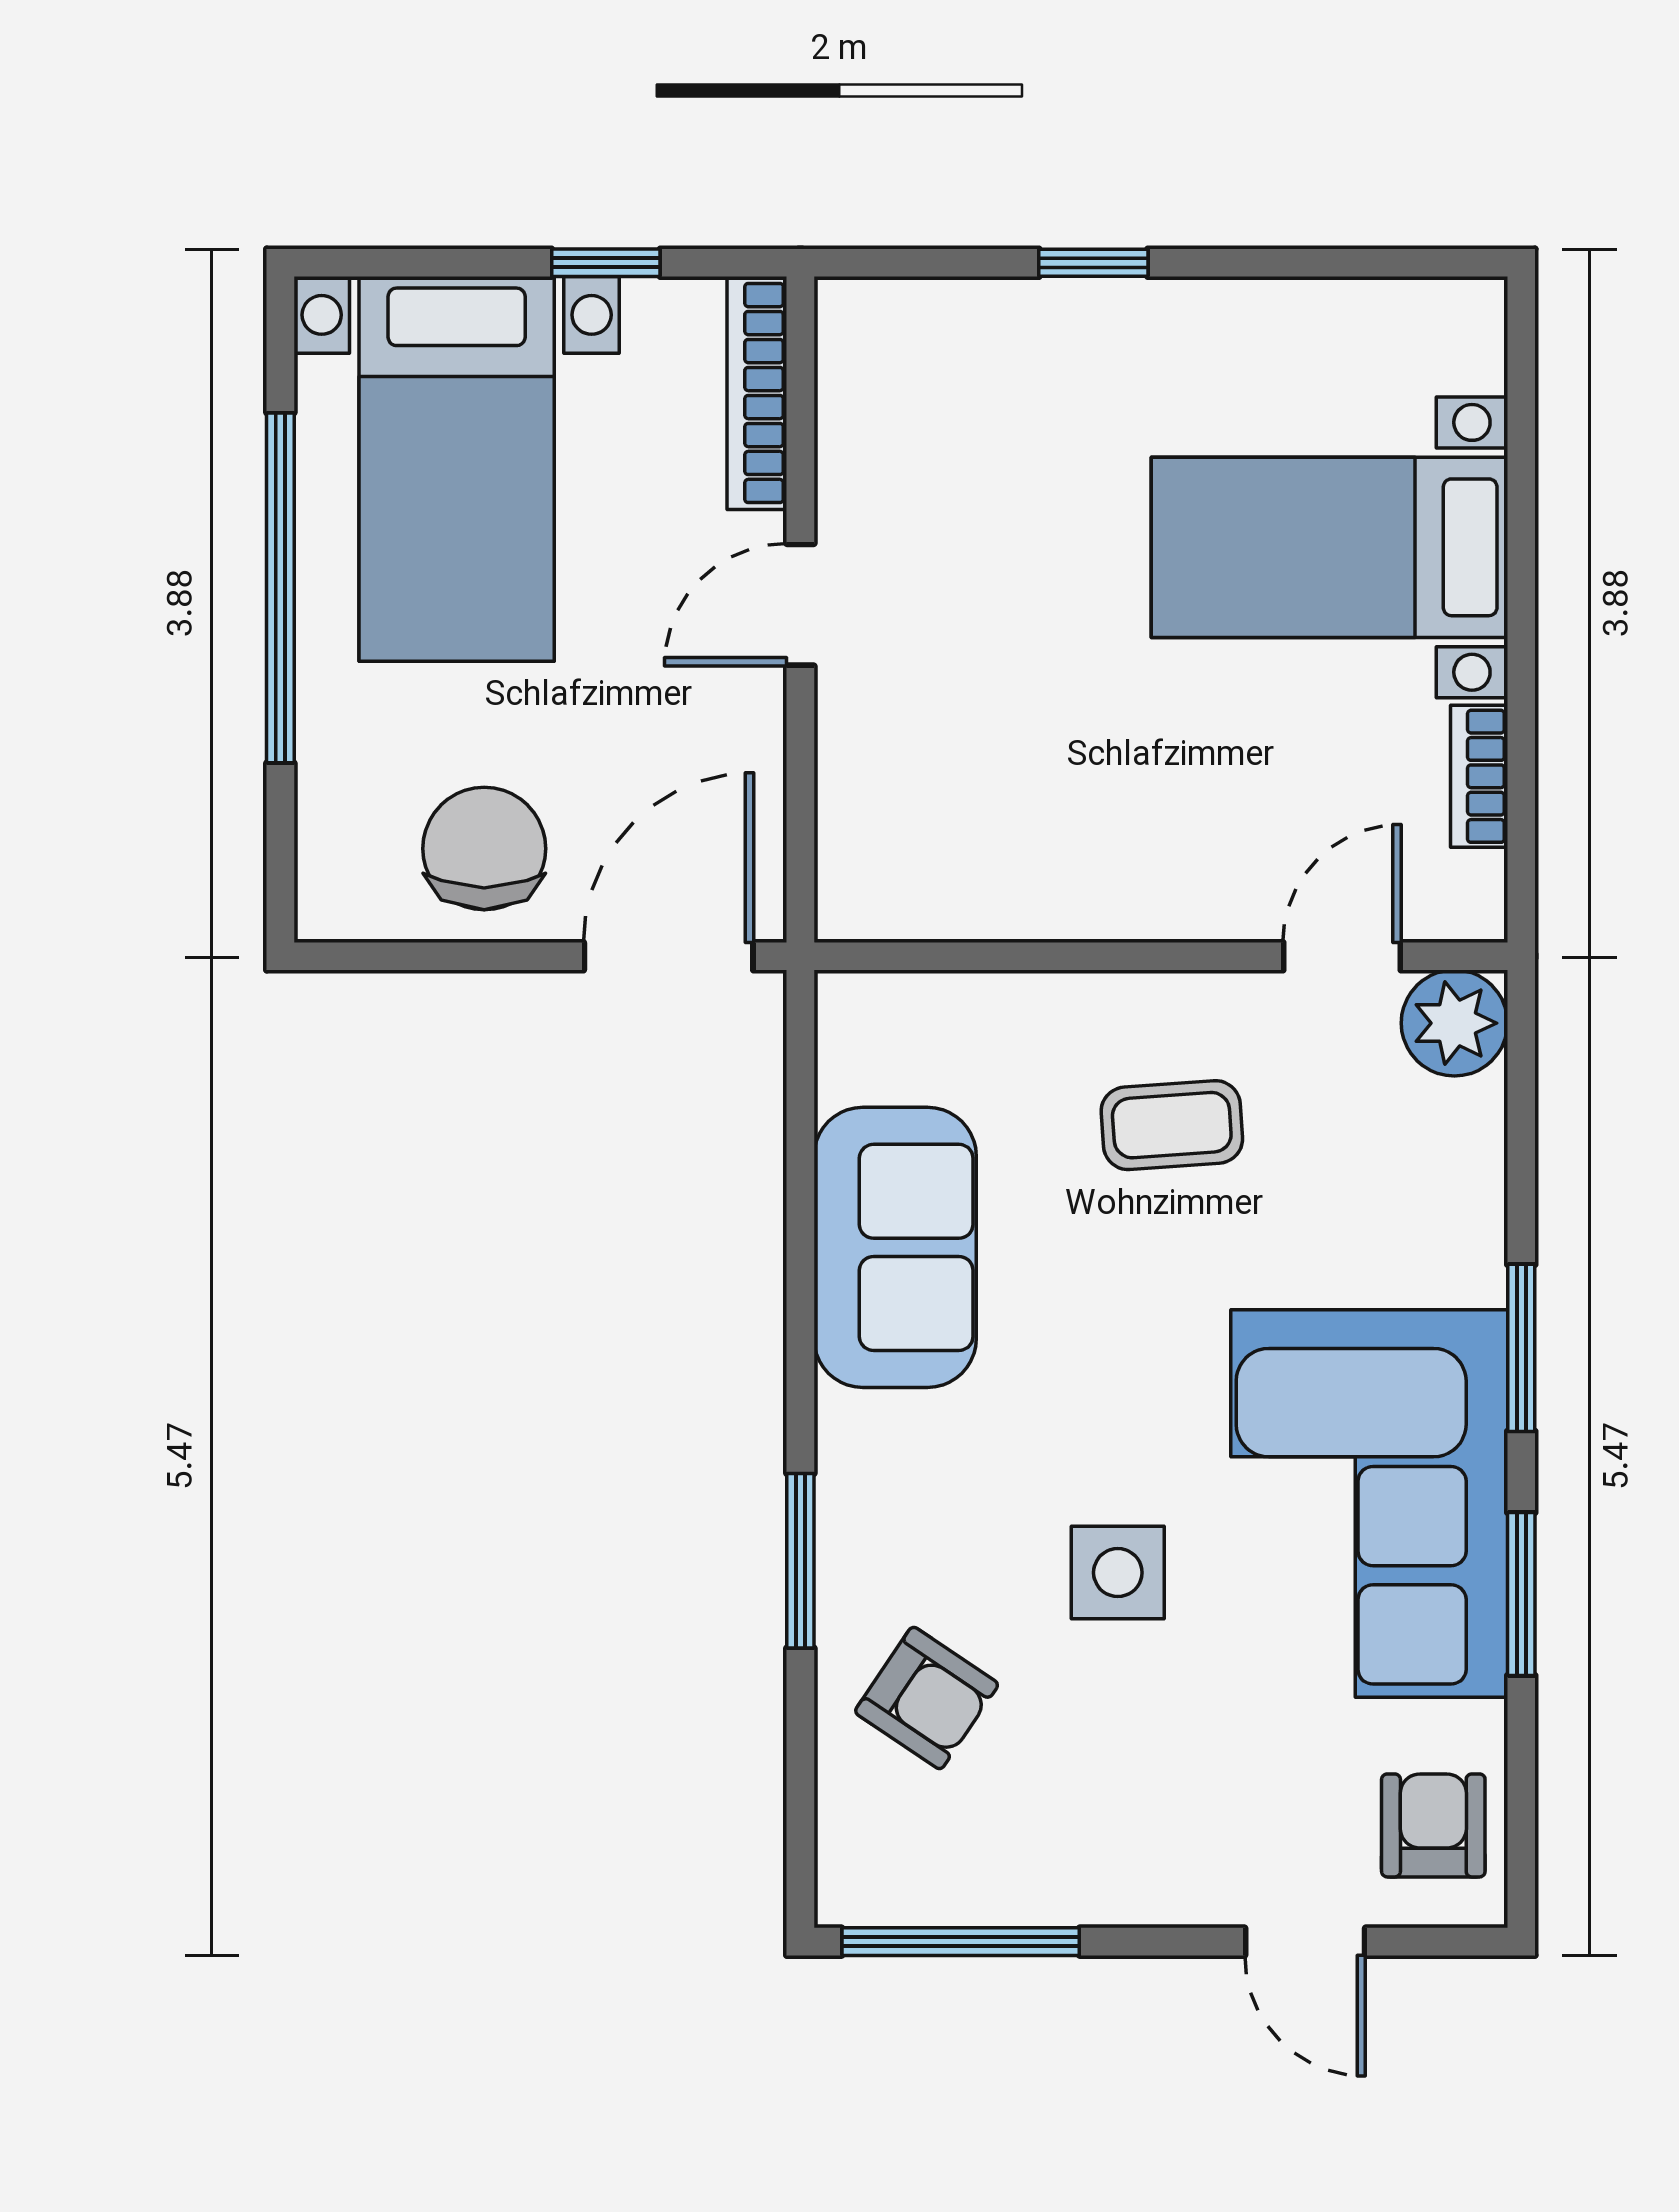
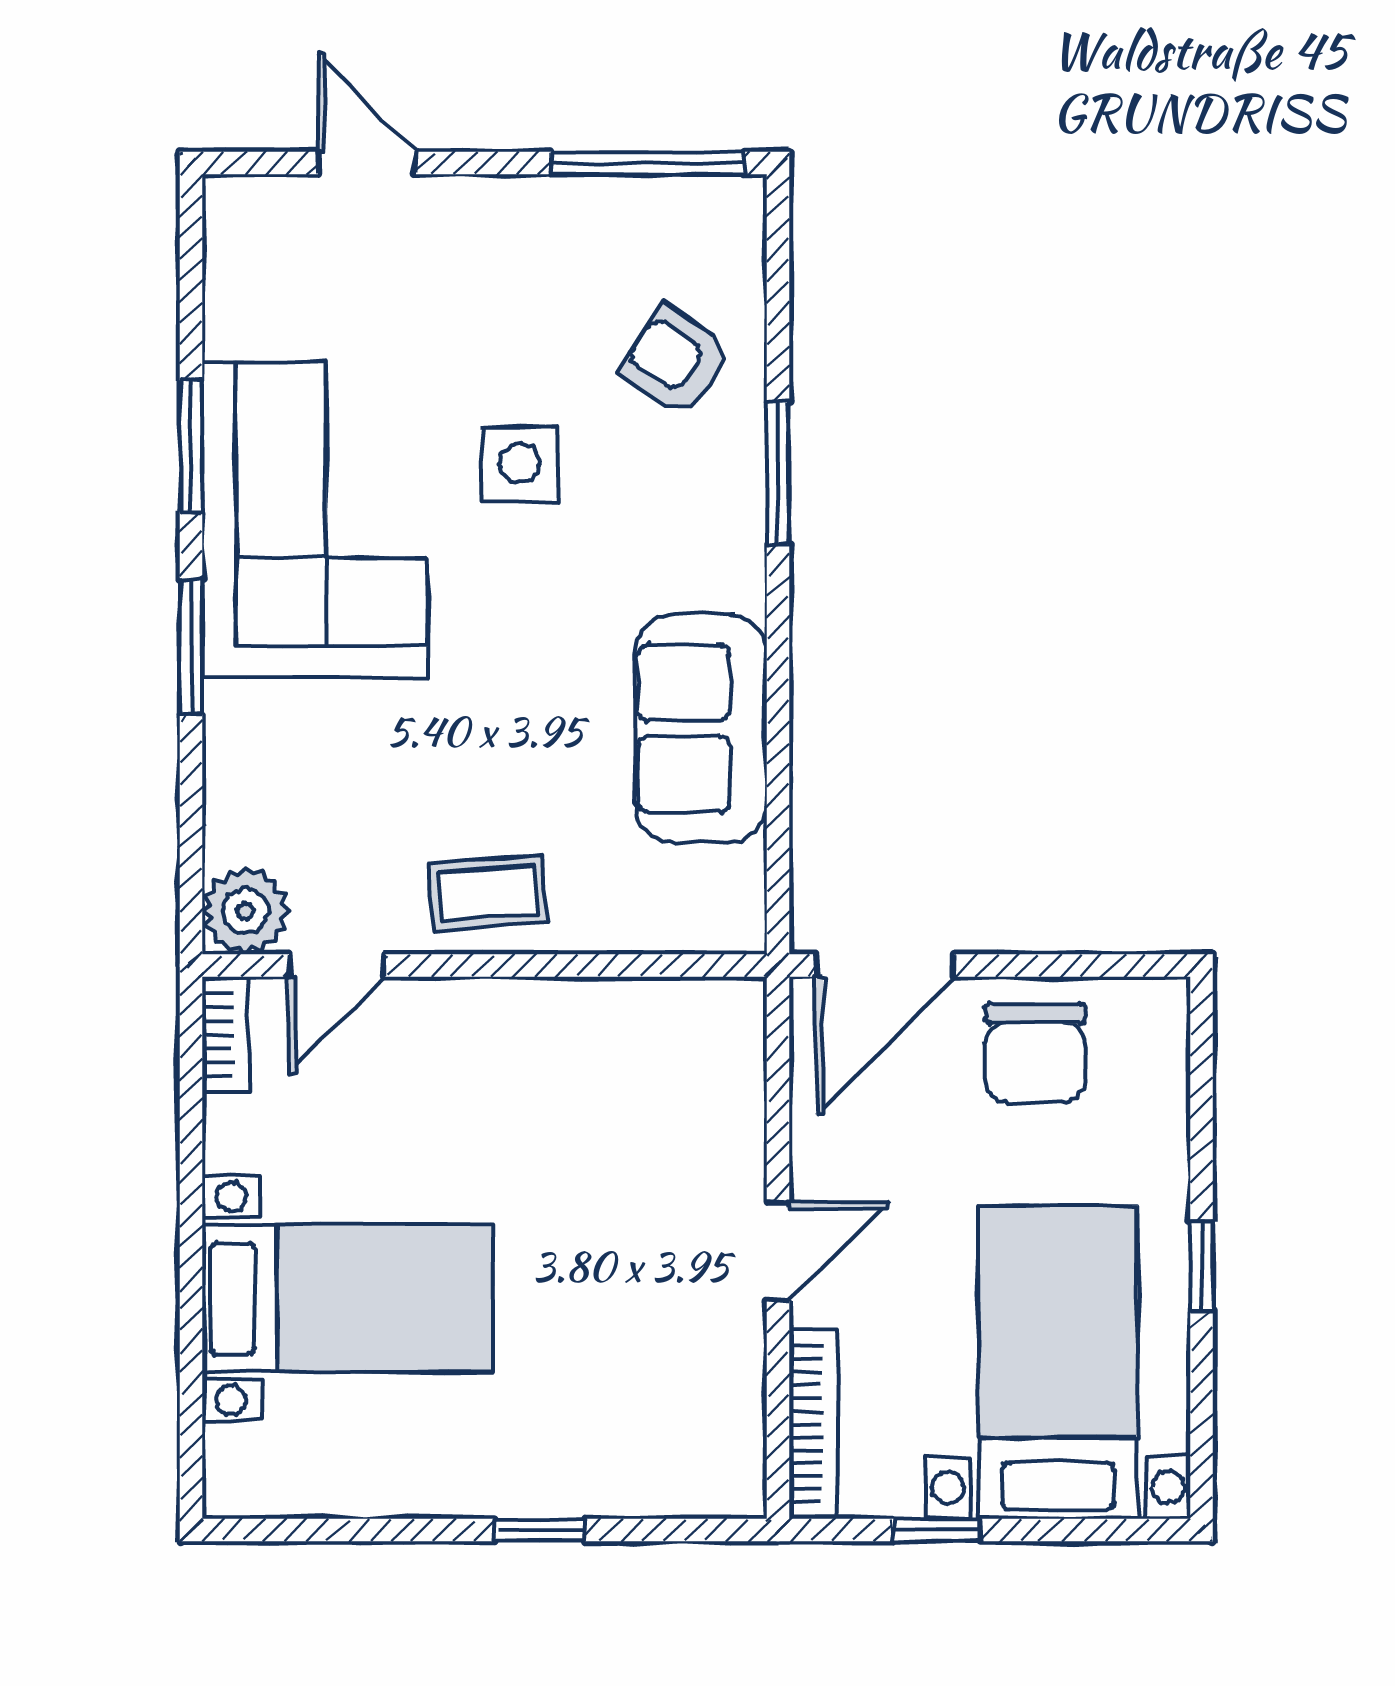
window: (280, 588) -> (1201, 1265), width x0.32
bookcase: (1479, 776) -> (225, 1035), moved
coffee table: (1172, 1125) -> (487, 893), moved
armchair: (1433, 1825) -> (263, 258), removed

